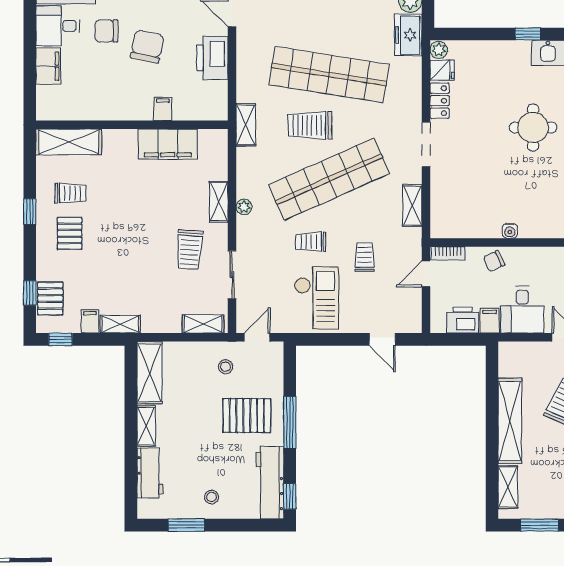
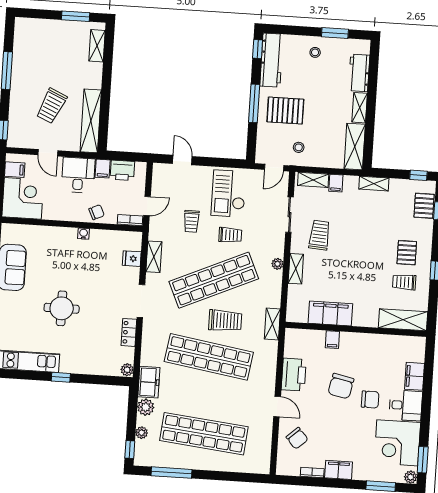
fridge: (442, 70) -> (132, 259), moved
filing cabinet: (90, 321) -> (336, 183), moved
shelving: (510, 421) -> (91, 121), moved

